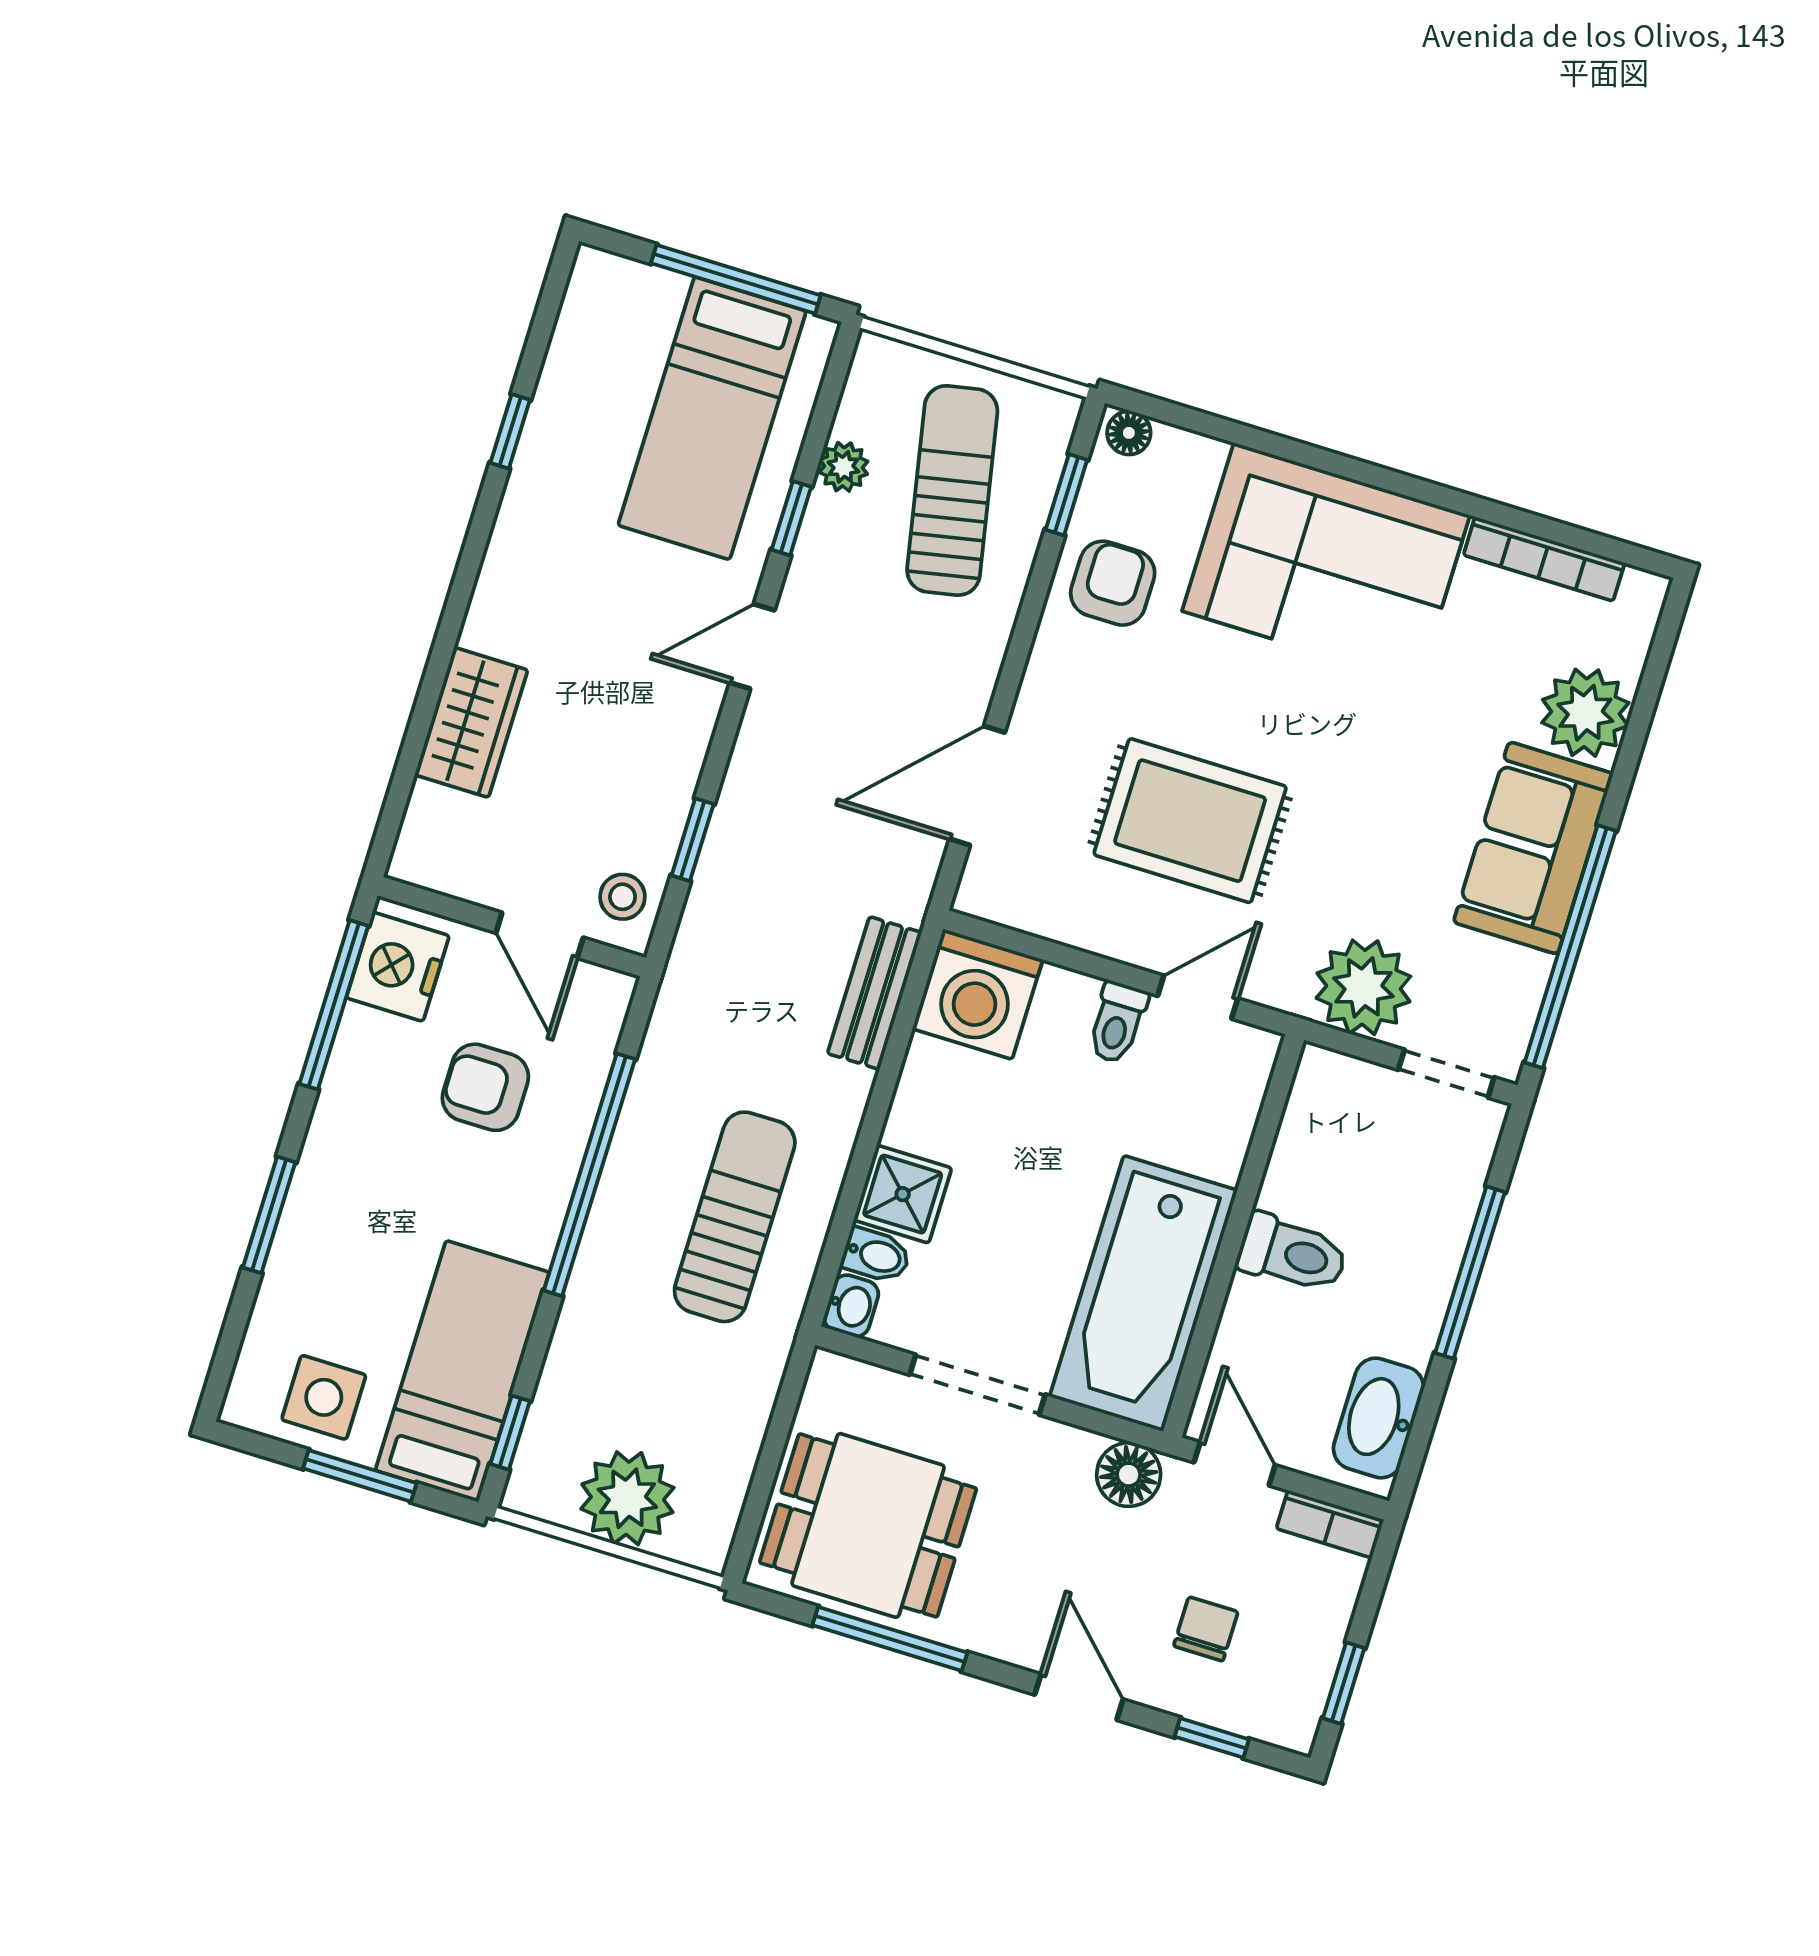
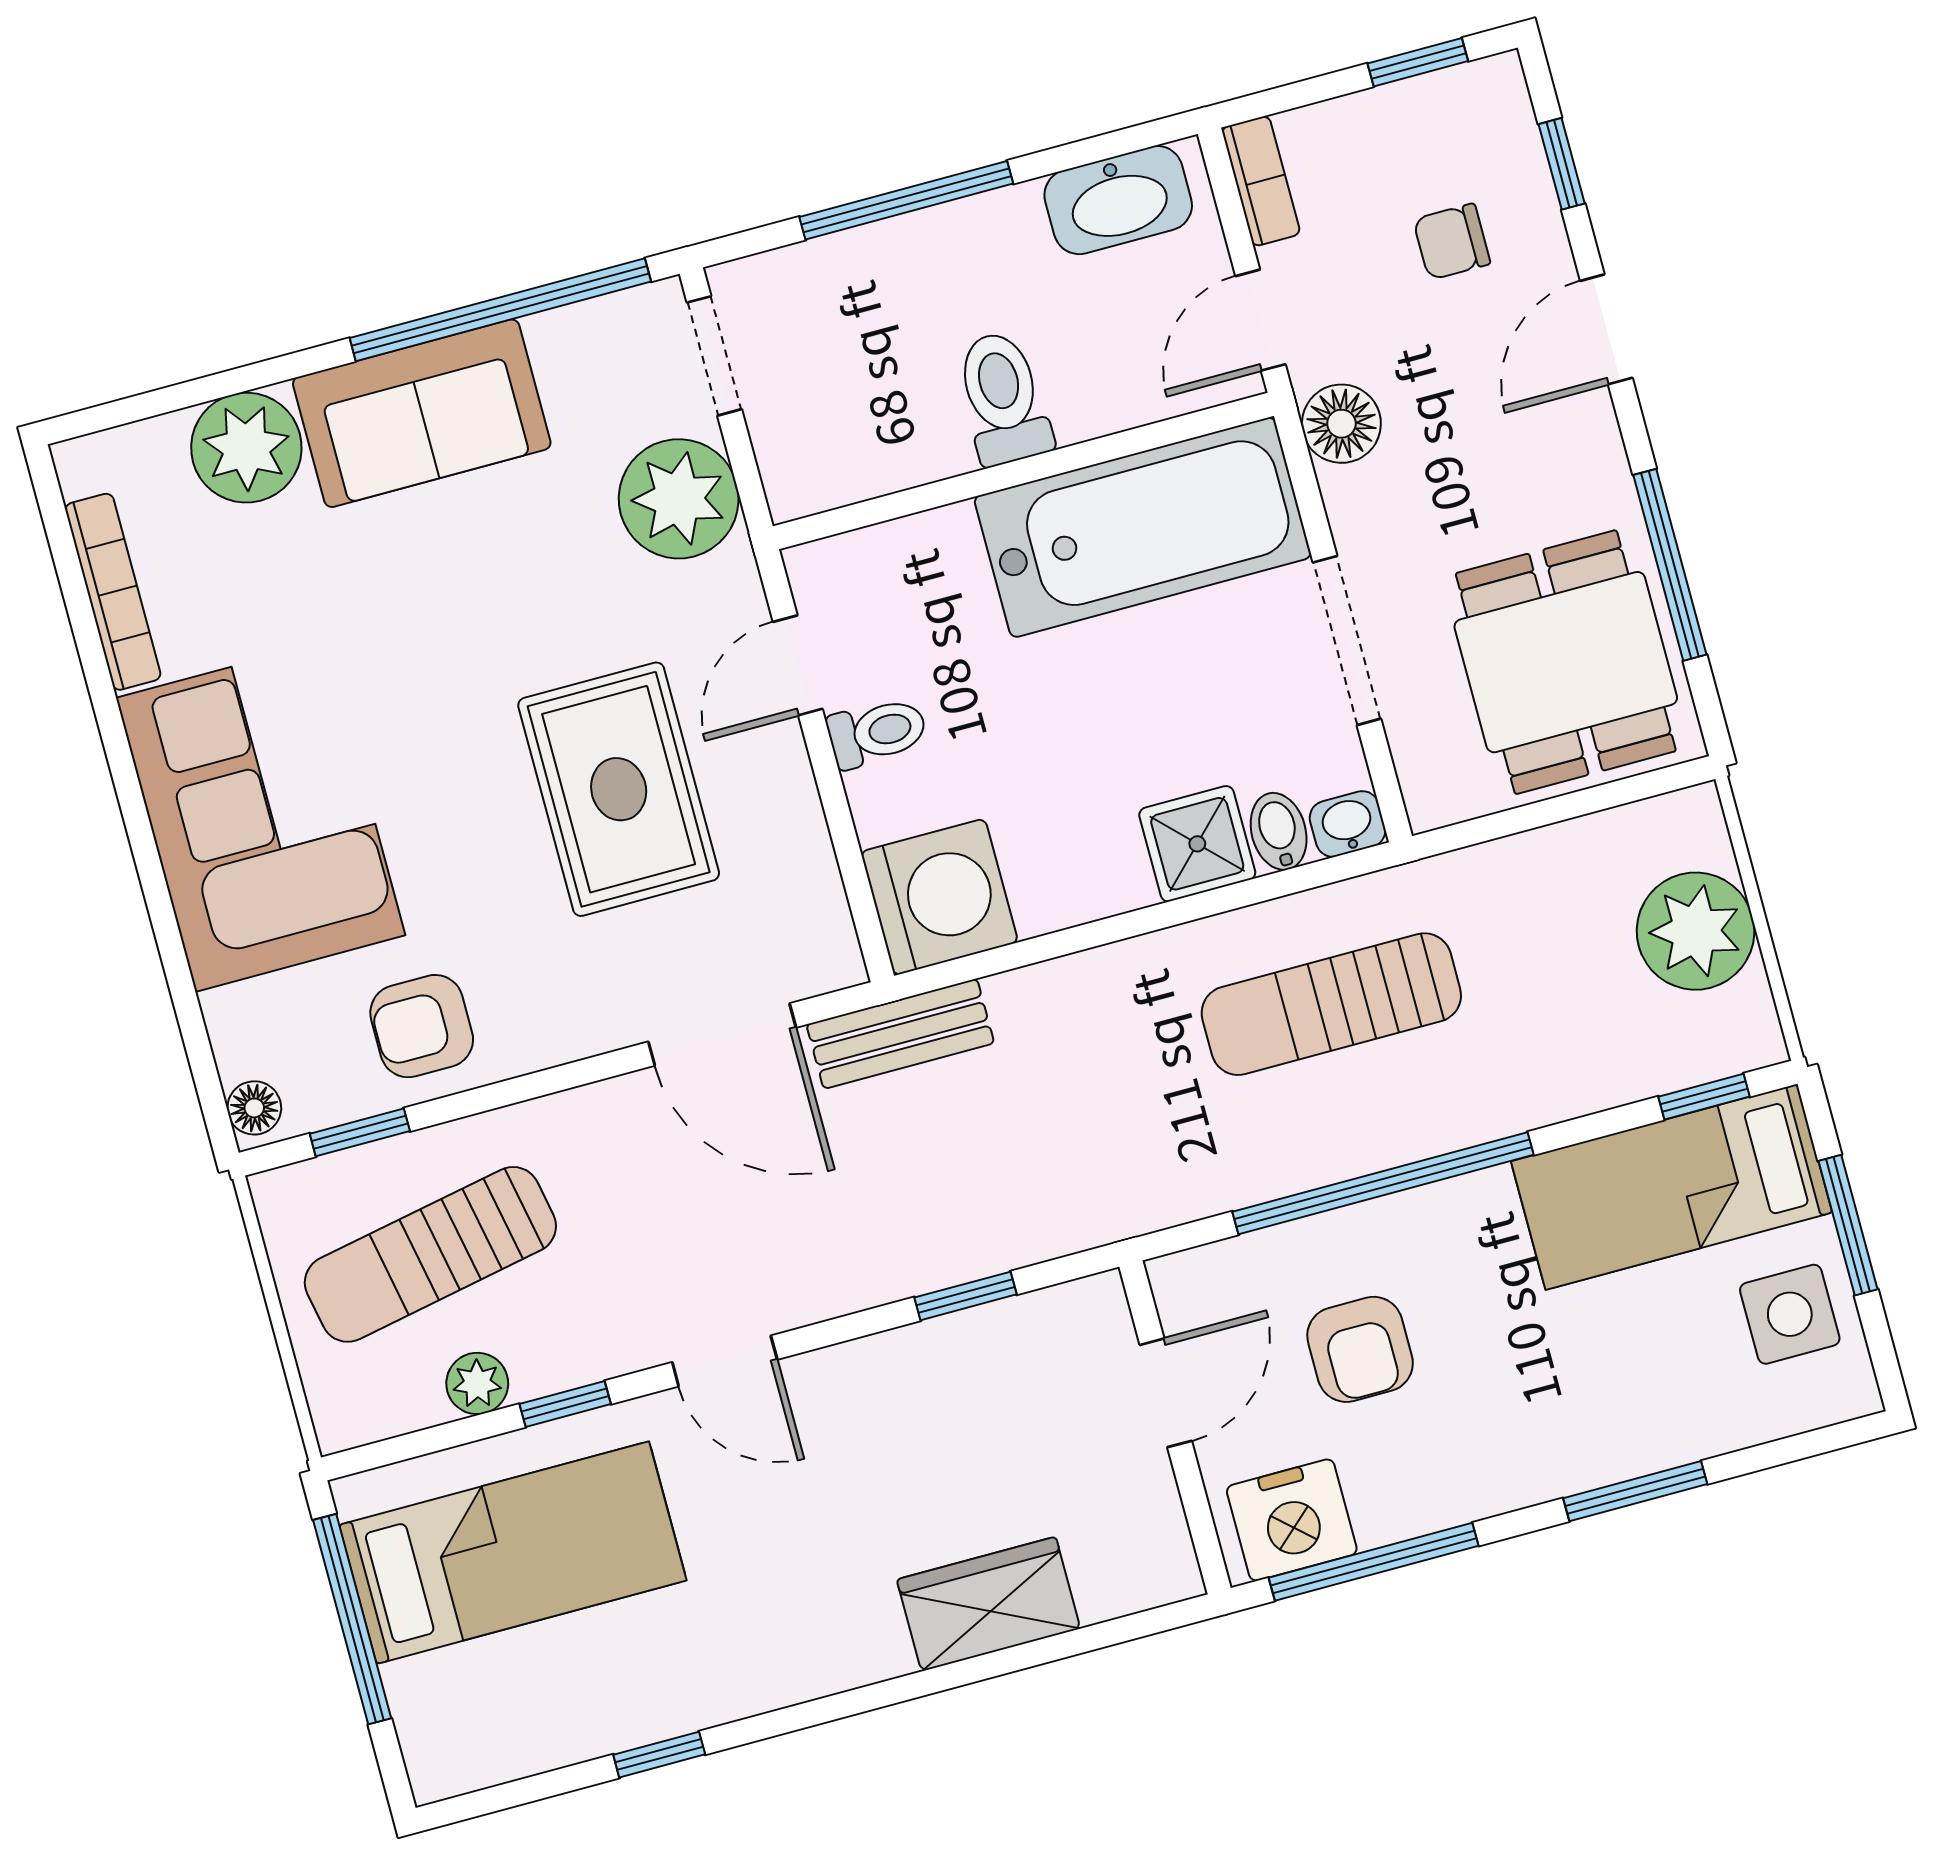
stool: (623, 897) -> (1071, 1331), removed
bench: (875, 993) -> (900, 1034), moved
door: (1198, 997) -> (798, 665), hinge flipped

